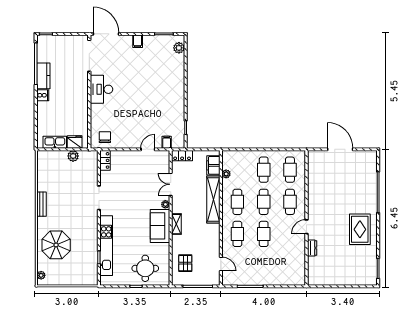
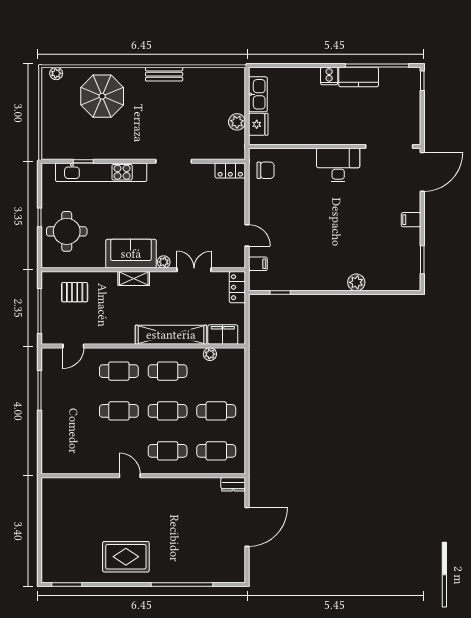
plant: (179, 48) -> (356, 282), moved
dresser: (312, 248) -> (233, 484), moved

